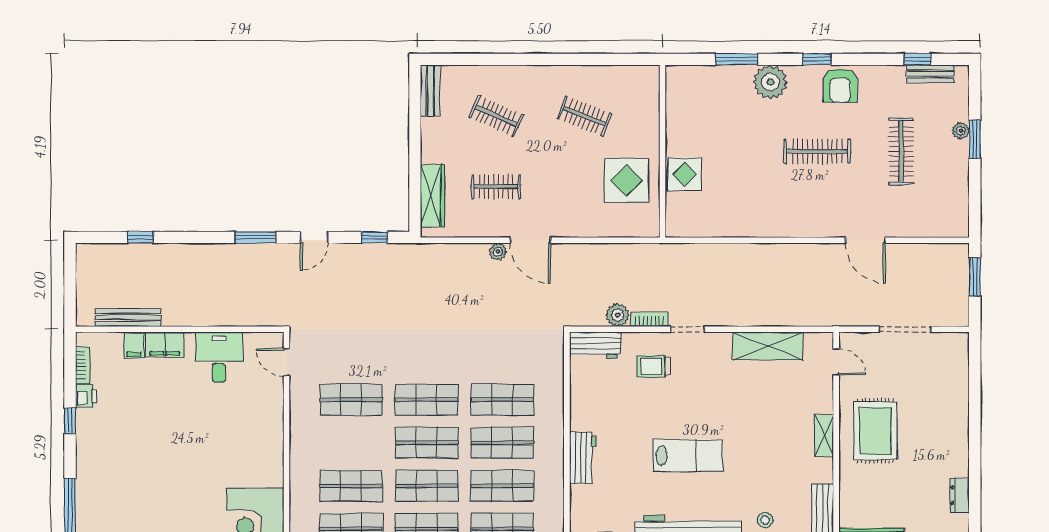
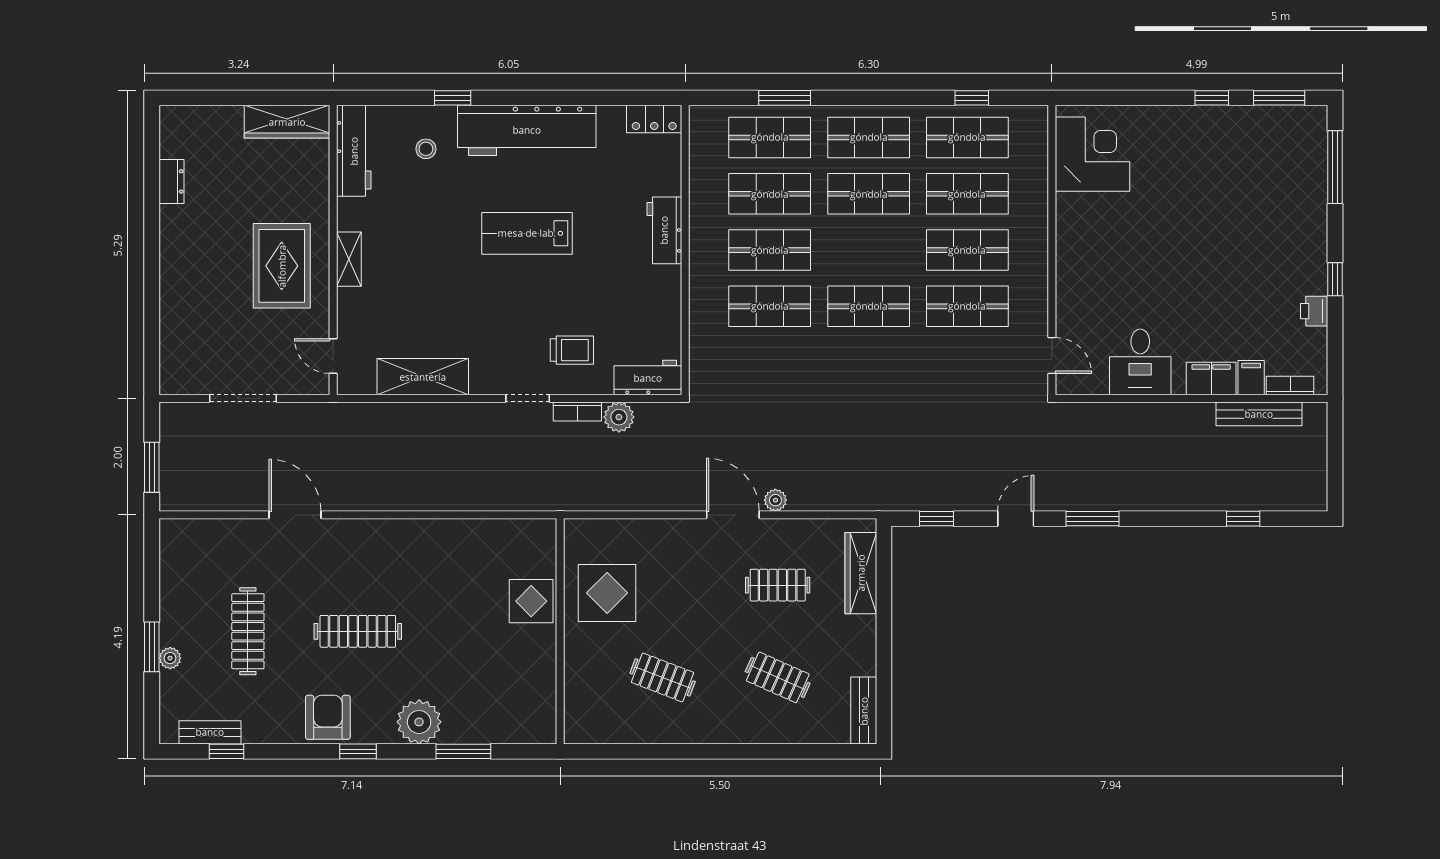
bookcase: (83, 365) -> (1290, 386), moved, turned 90
shop shelf: (427, 443) -> (967, 250), moved

